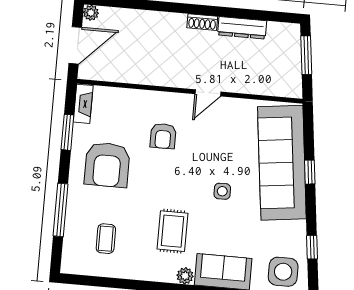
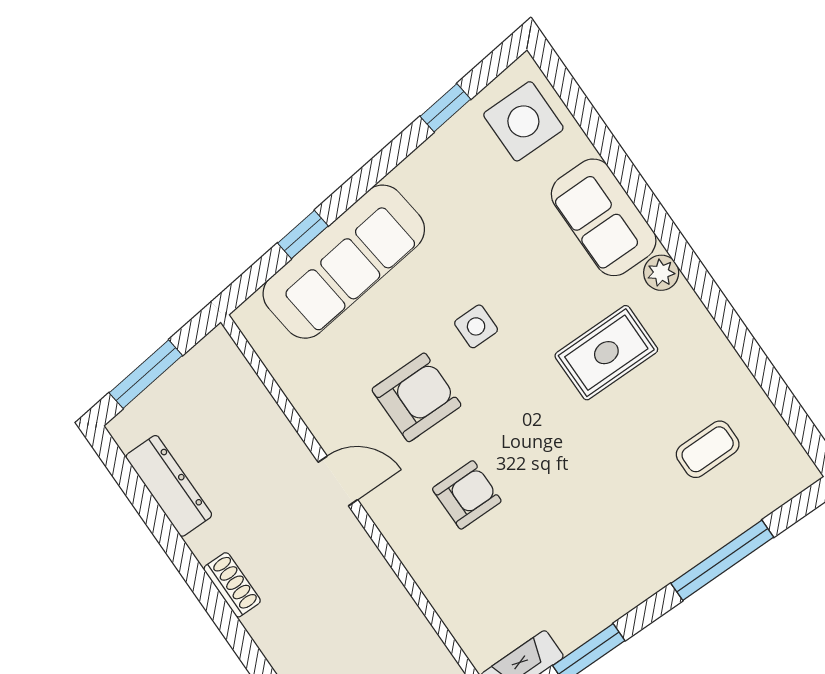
dresser: (242, 28) -> (169, 486), moved
sofa: (282, 163) -> (344, 262), width x0.74, depth x0.79
armchair: (107, 165) -> (416, 397), moved, width x0.73, depth x0.73
window: (310, 172) -> (303, 235), moved

